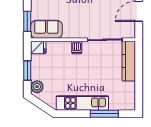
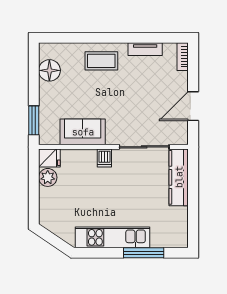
sofa: (46, 29) -> (83, 132), moved
window: (27, 70) -> (34, 191), removed
plant: (37, 87) -> (48, 177), moved

